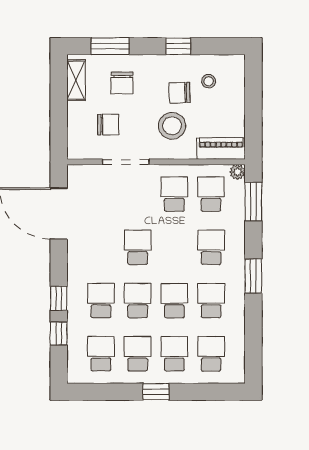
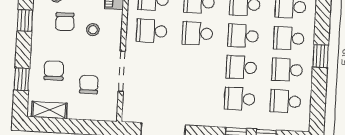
window: (110, 46) -> (22, 79), width x0.67
chair: (122, 83) -> (54, 71), turned -90
stool: (172, 126) -> (93, 30), width x0.53, depth x0.53
school desk: (138, 247) -> (197, 33), moved

